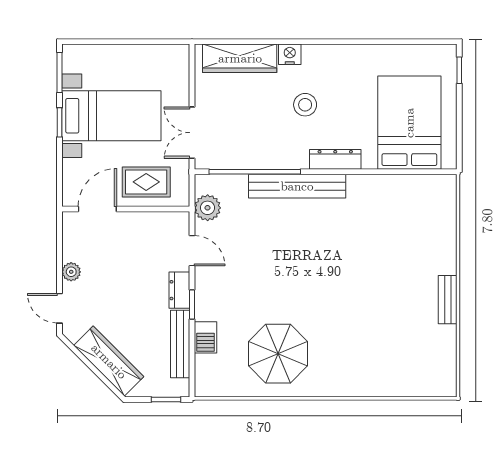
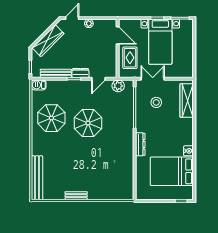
nightstand: (290, 54) -> (188, 151), moved
stool: (305, 105) -> (156, 102), moved
bed: (409, 123) -> (172, 171), moved, turned 180
bench: (297, 186) -> (37, 178), moved
parasol: (289, 274) -> (88, 123), added
barbecue: (205, 337) -> (39, 85), moved

